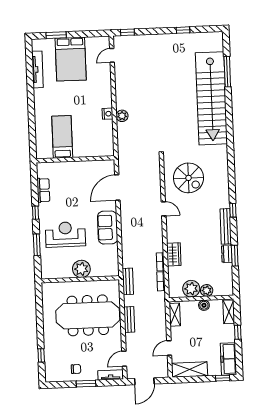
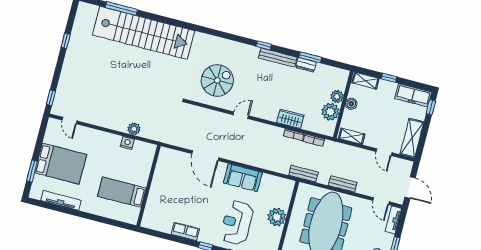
bed: (62, 137) -> (122, 192), moved
wall: (75, 159) -> (149, 186), moved

